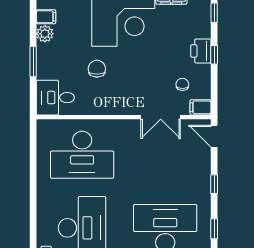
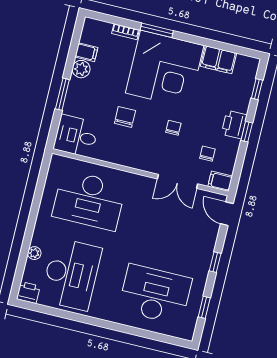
chair: (145, 68) -> (173, 128), added
plant: (43, 217) -> (34, 253), added

